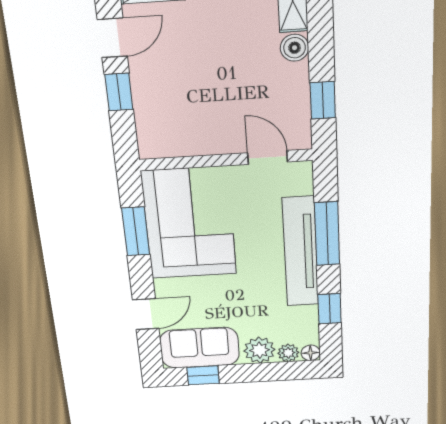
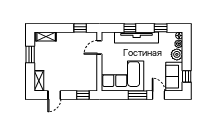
door: (112, 38) -> (54, 95), swing flipped
boiler: (295, 48) -> (62, 36), removed
window: (119, 92) -> (83, 95), moved
window: (136, 231) -> (137, 95), moved
window: (327, 234) -> (130, 28), width x0.46

